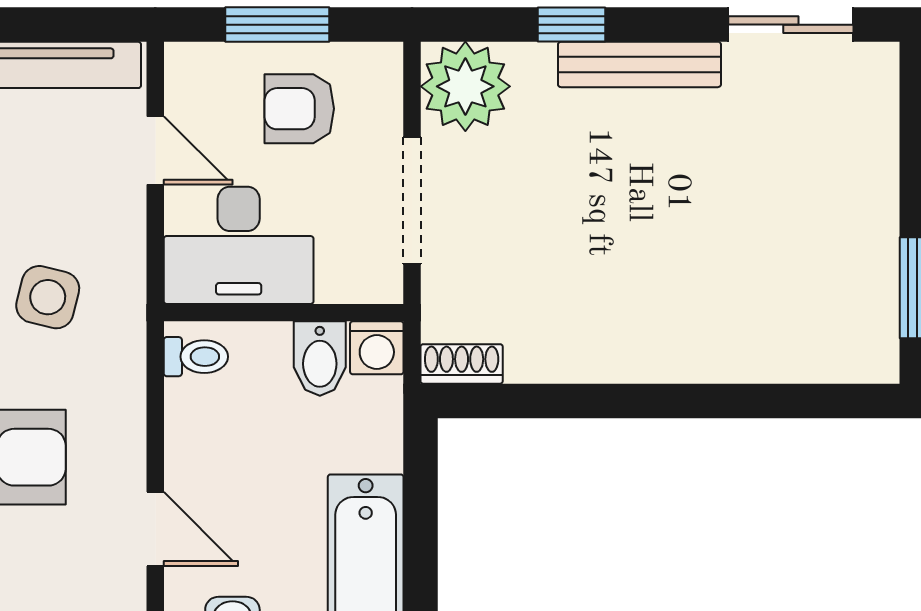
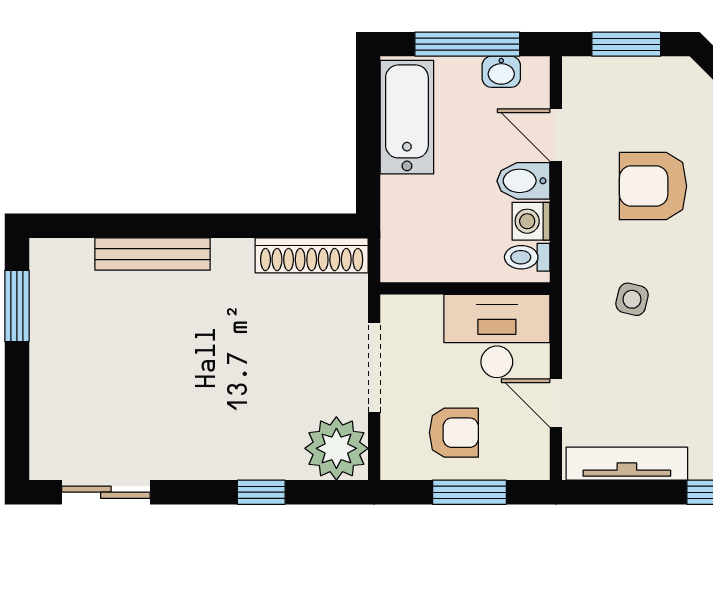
bench: (639, 64) -> (153, 254), moved
side table: (48, 297) -> (632, 299), width x0.73, depth x0.73
washing machine: (377, 348) -> (531, 221), moved, turned -90
bidet: (320, 359) -> (523, 181), moved, turned -90
shoe rack: (462, 364) -> (312, 255), width x1.94, depth x1.24

